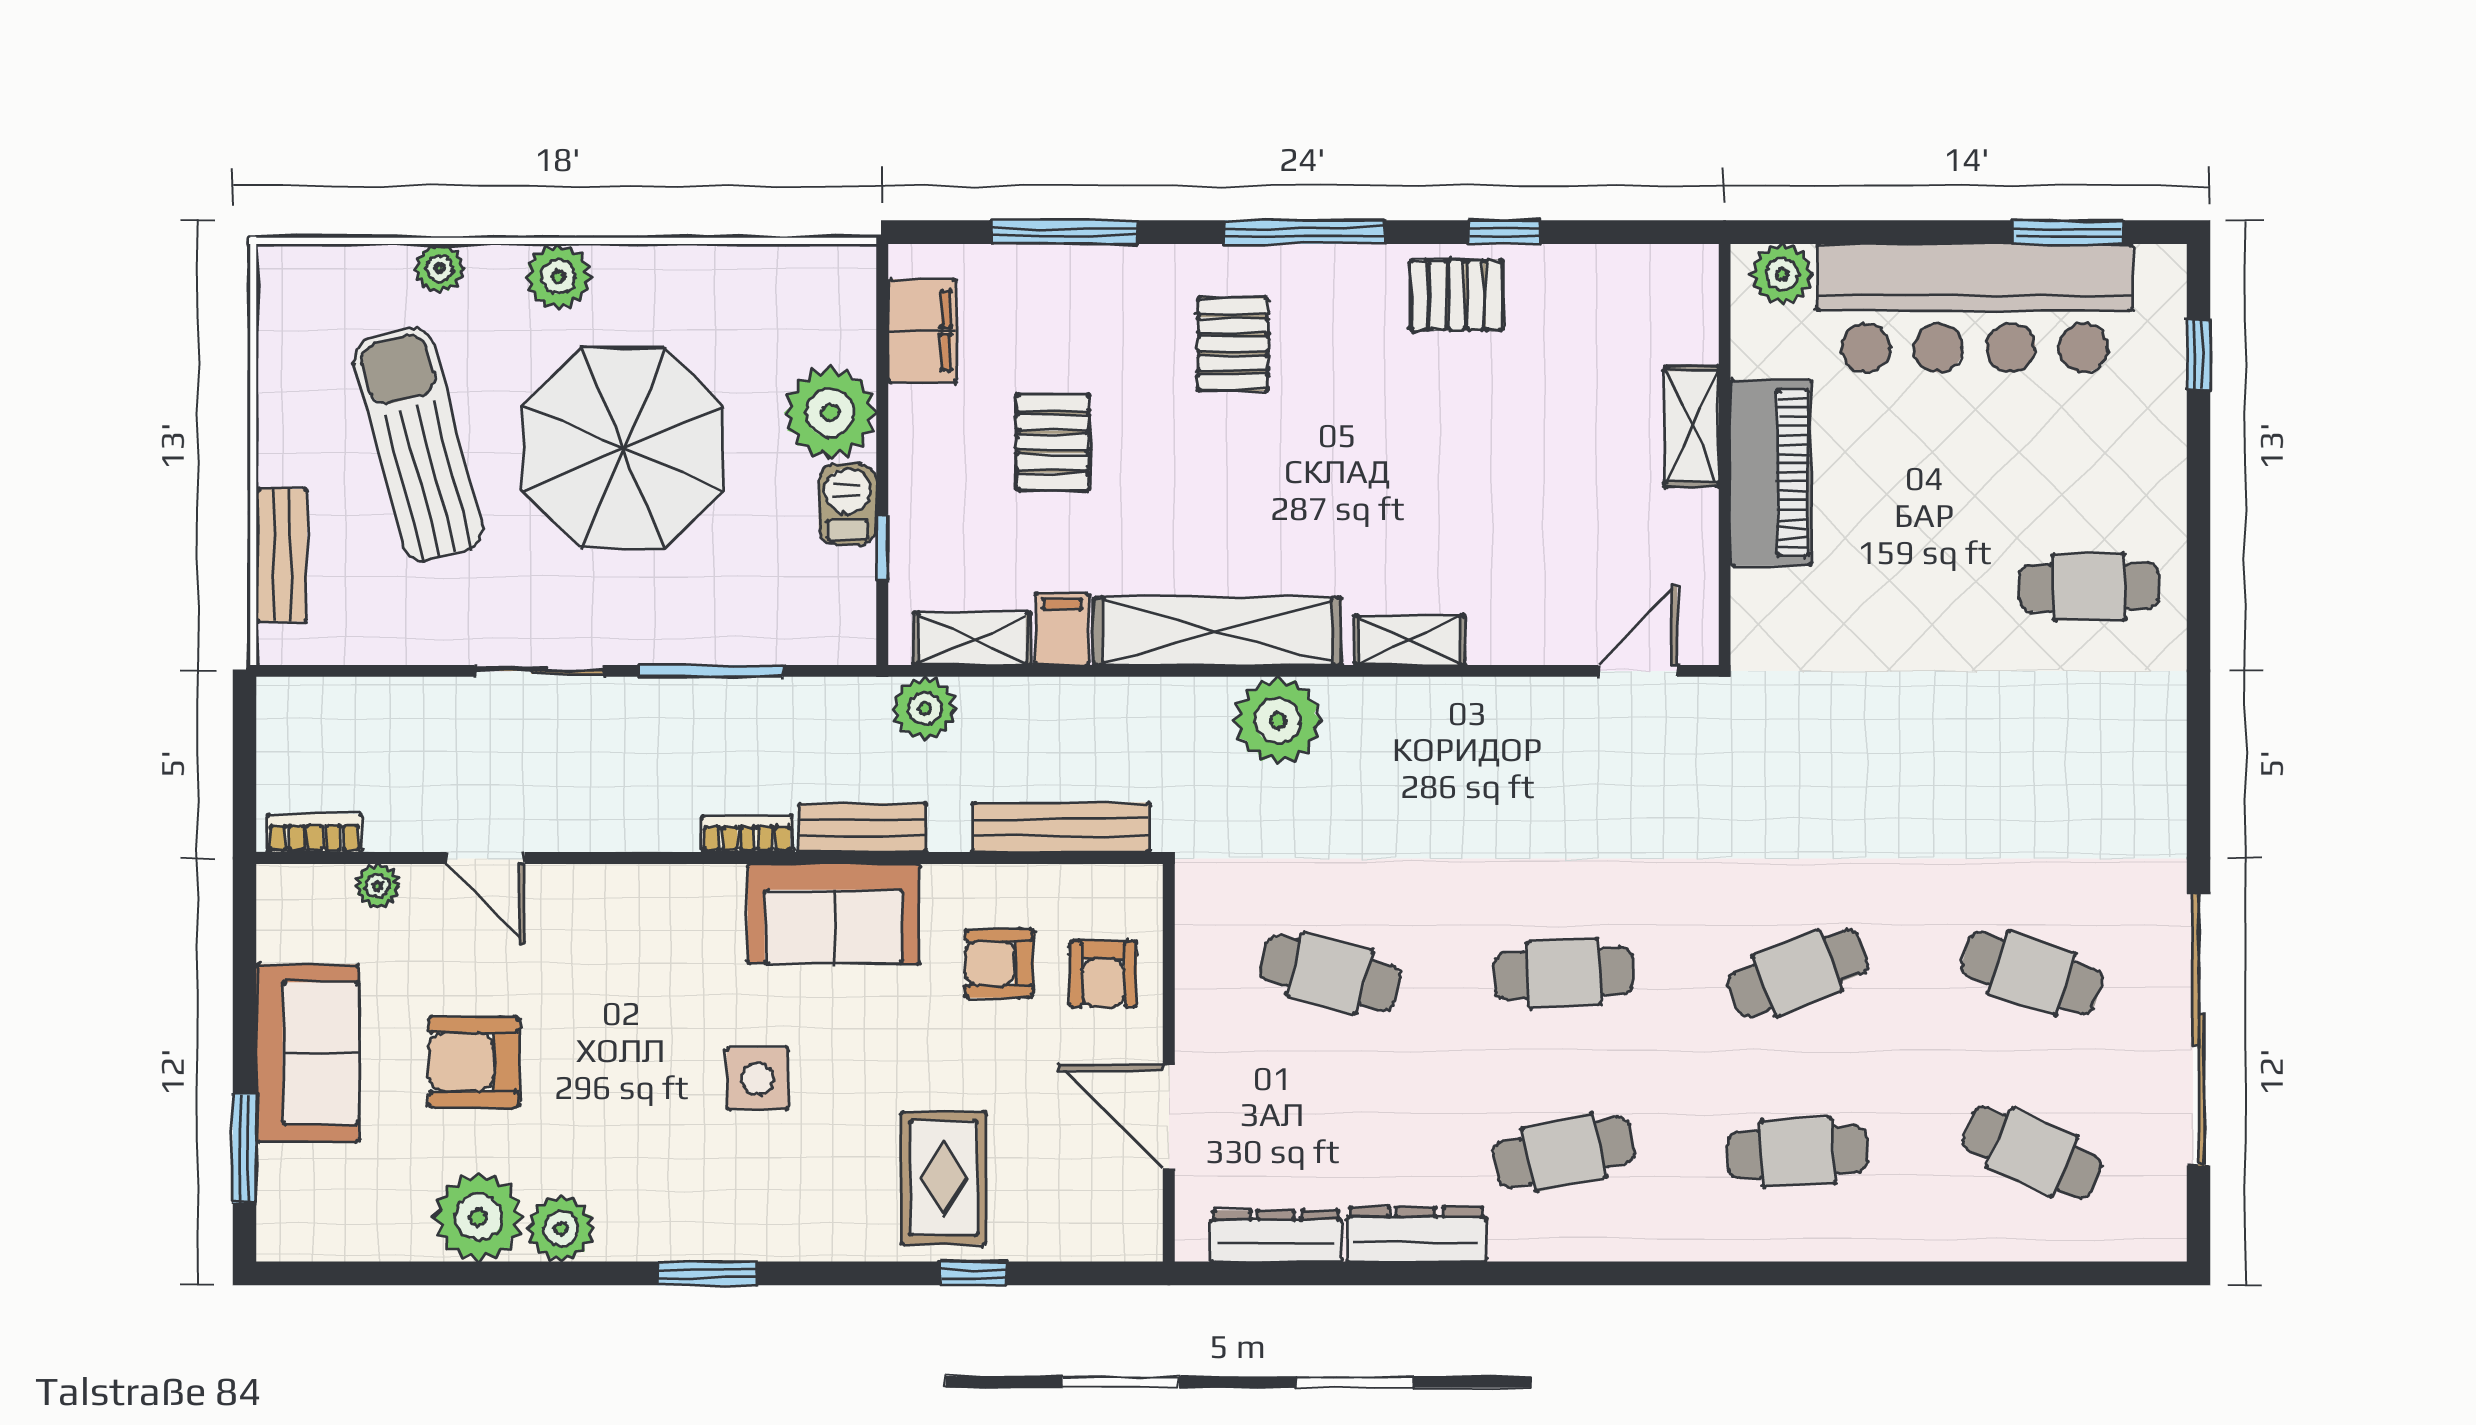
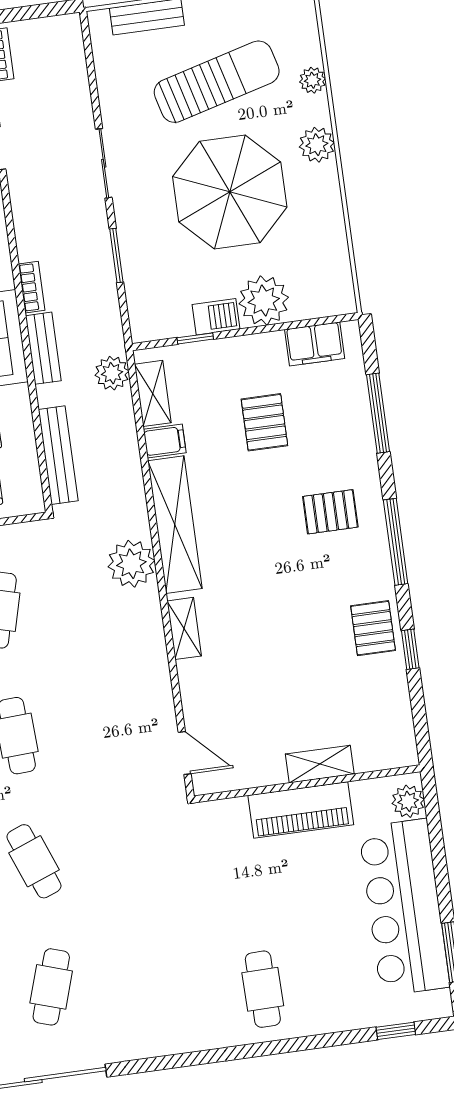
pallet: (1053, 442) -> (264, 422), turned 90
window: (711, 671) -> (116, 255), width x0.69

